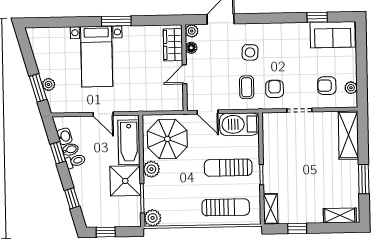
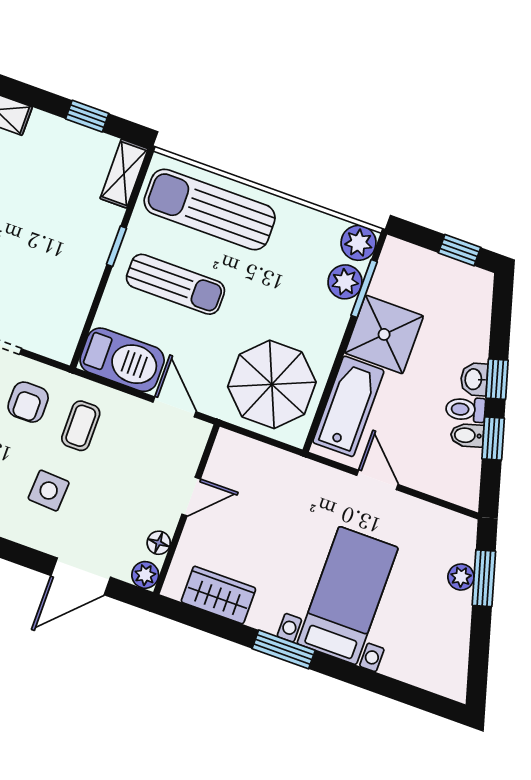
wardrobe: (173, 45) -> (218, 595), moved, turned -90
washbasin: (64, 136) -> (474, 379), moved
plant: (151, 169) -> (345, 282), moved
window: (72, 198) -> (497, 379), moved
sun lounger: (226, 207) -> (210, 209), width x1.36, depth x1.34

